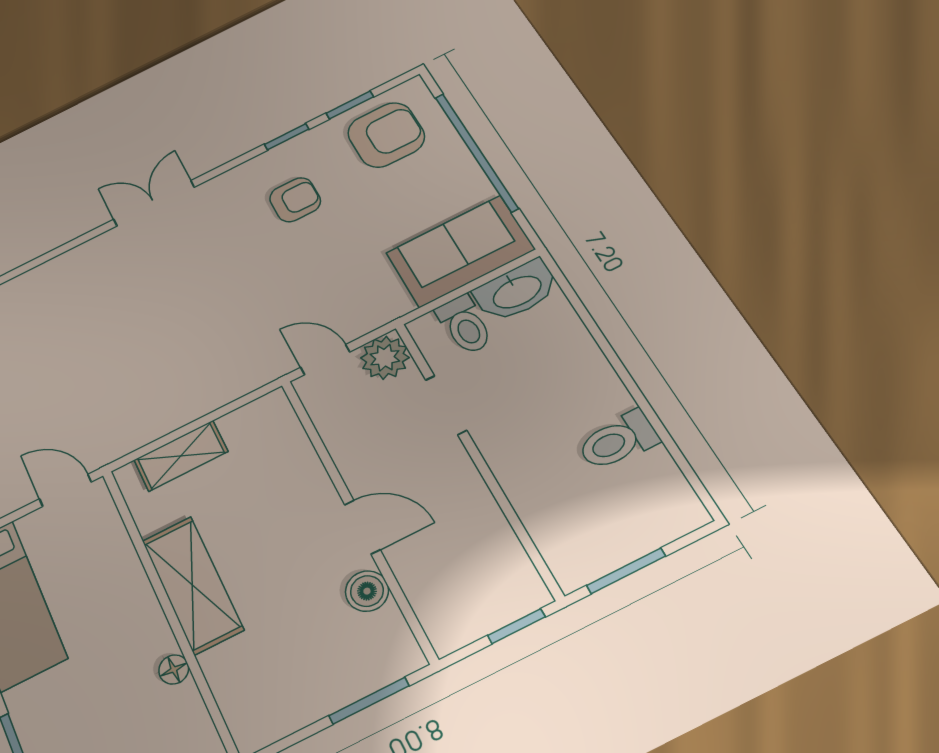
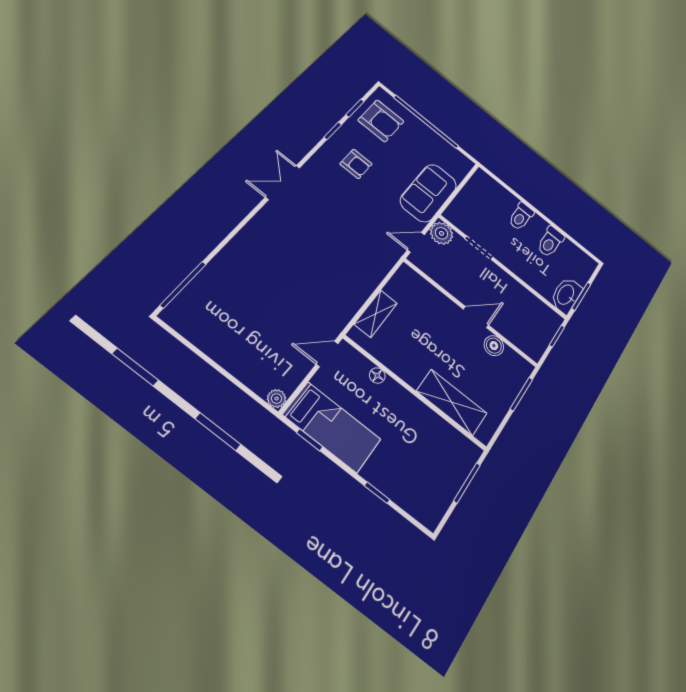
armchair: (386, 135) -> (381, 121), turned 90
armchair: (295, 200) -> (356, 164), turned 90
sofa: (460, 251) -> (429, 193), moved
washbasin: (516, 291) -> (566, 295), moved, turned 180
toilet: (465, 325) -> (521, 216), moved, turned 90
shelving: (192, 585) -> (452, 402), moved
floor lamp: (174, 669) -> (377, 376), moved

